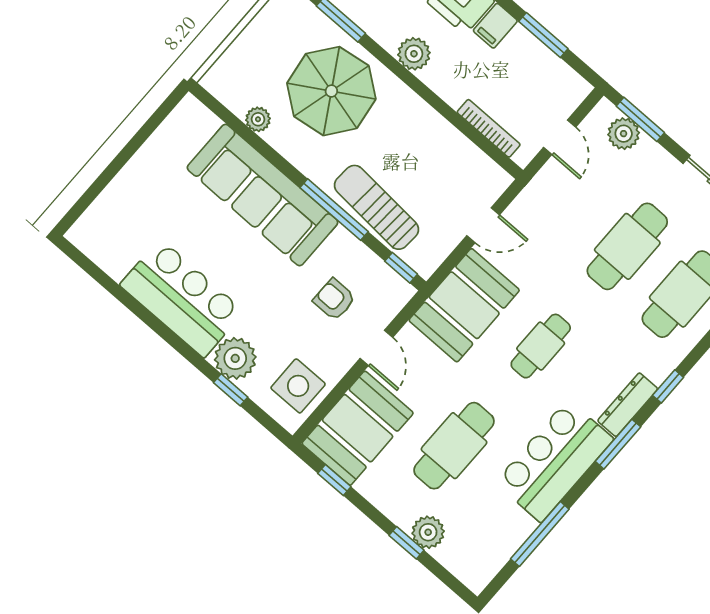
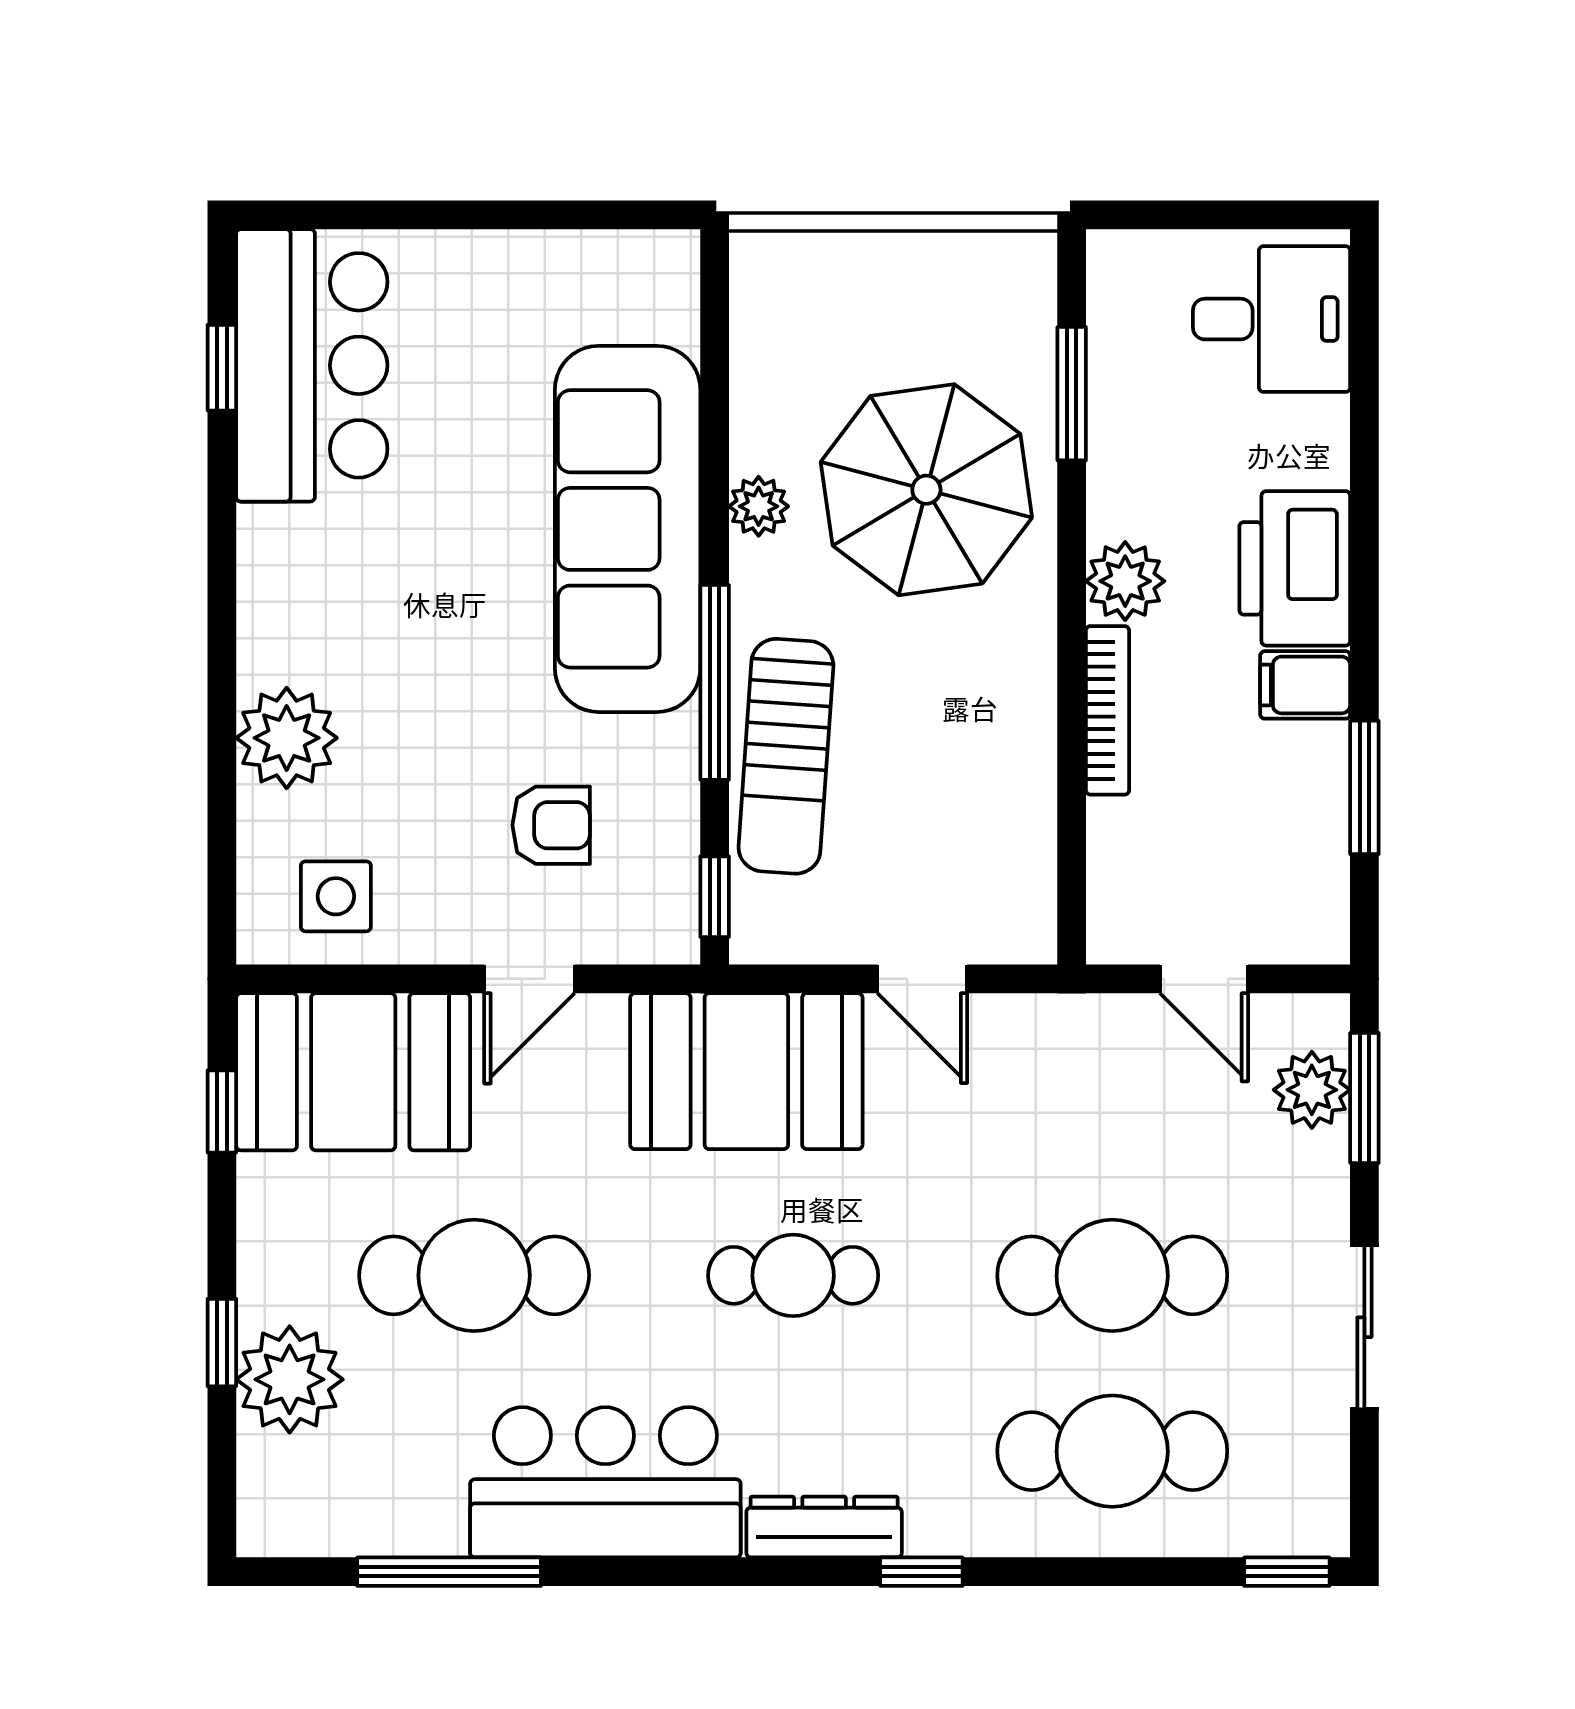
plant: (258, 119) -> (759, 506), moved
bookcase: (489, 128) -> (1108, 710), moved
door: (560, 137) -> (1204, 979), hinge flipped
sun lounger: (377, 207) -> (786, 756), turned 180
bar counter: (182, 298) -> (312, 365), moved
armchair: (334, 299) -> (551, 825), turned 90
side table: (298, 386) -> (336, 896), width x0.73, depth x0.73
window: (231, 390) -> (222, 368), moved
window: (618, 444) -> (737, 1572), removed
plant: (428, 532) -> (290, 1379), width x1.36, depth x1.36

